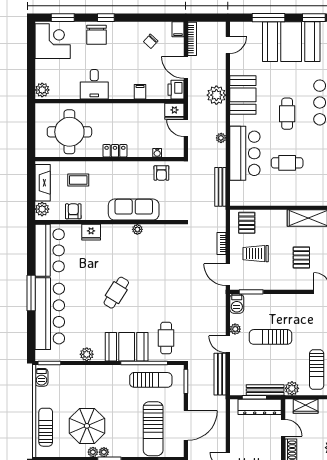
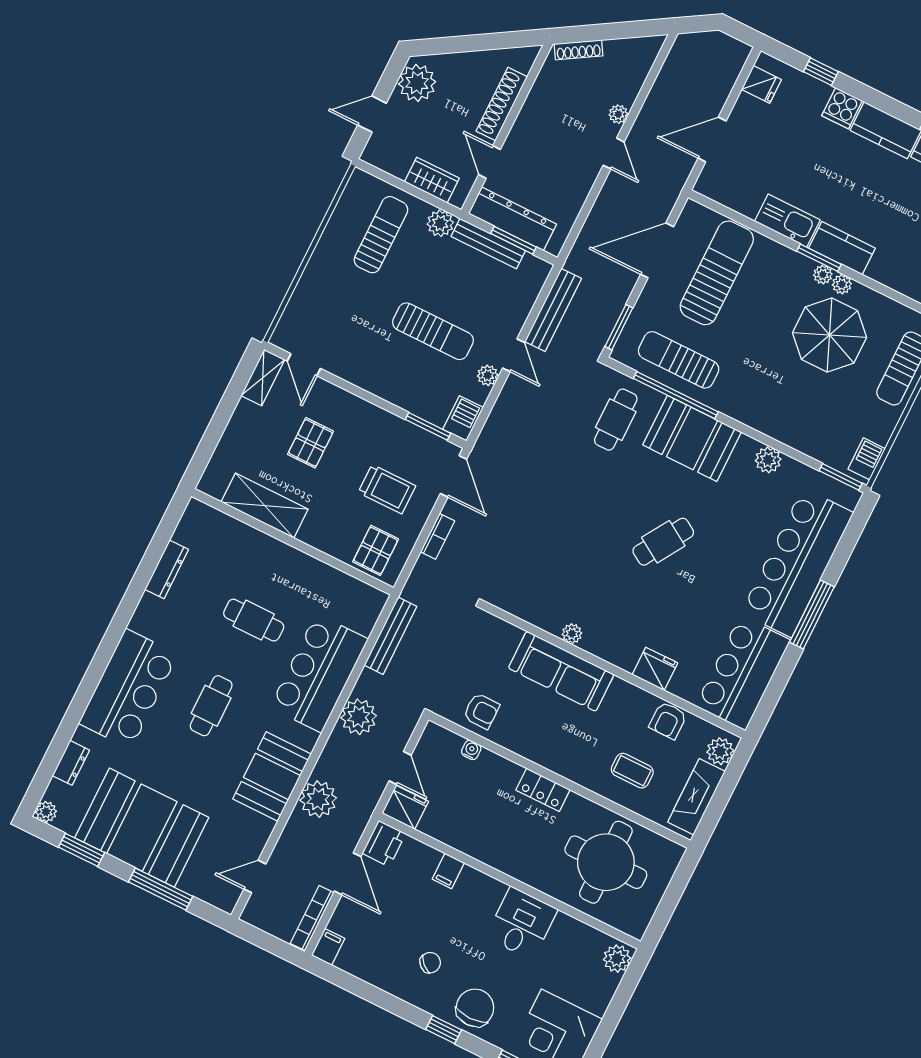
chair: (151, 41) -> (430, 963), moved
plant: (221, 138) -> (359, 717), width x1.88, depth x1.88
armchair: (161, 173) -> (481, 711), turned 90

